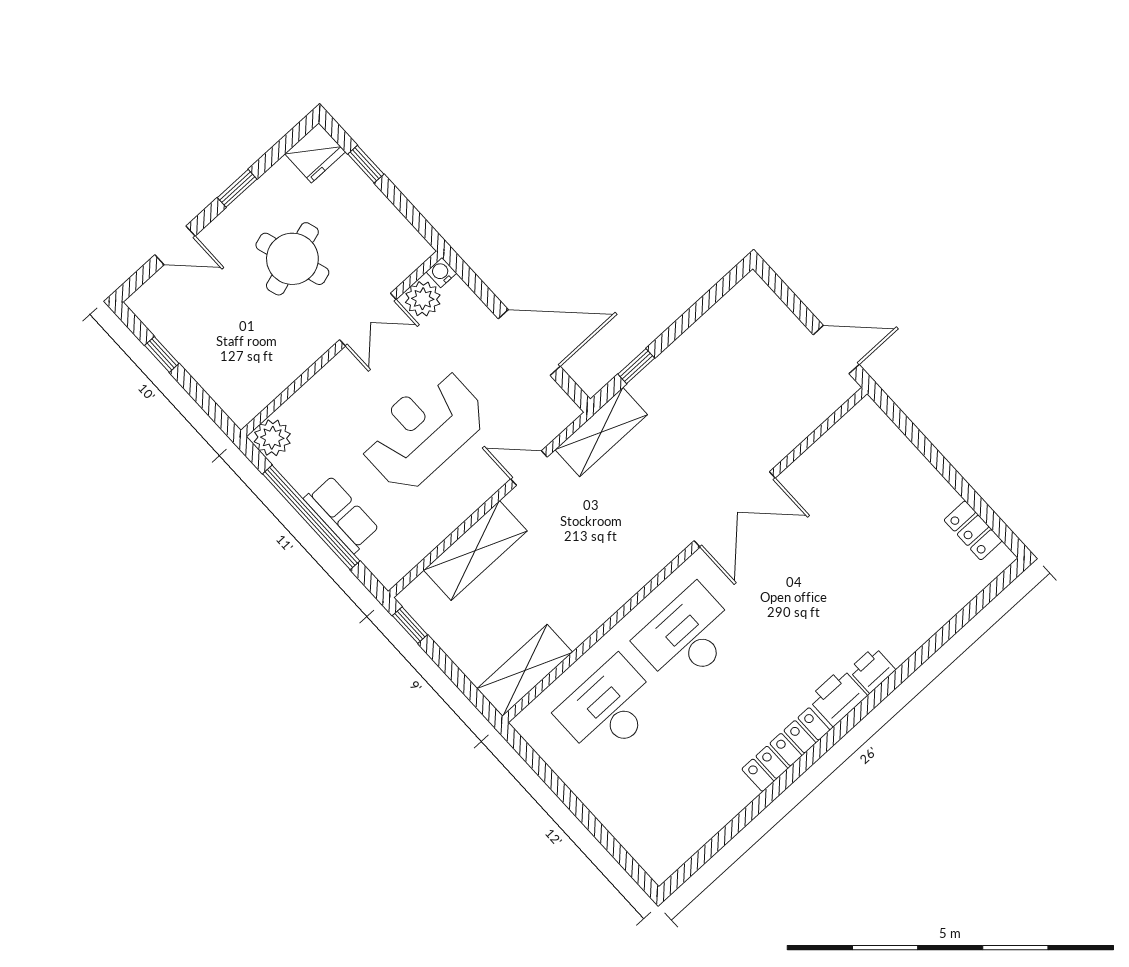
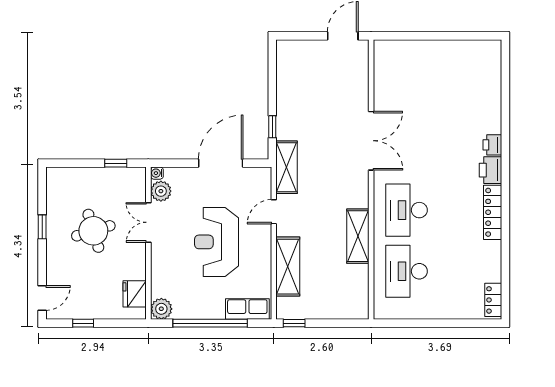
fridge: (315, 153) -> (135, 294), moved, turned 180
window: (366, 164) -> (116, 163), moved
door: (175, 245) -> (42, 298), moved
double door: (368, 320) -> (148, 222), swing flipped
row of seats: (342, 514) -> (247, 309), moved
locker: (973, 530) -> (493, 300), moved, turned 90
shelving: (525, 670) -> (358, 236), moved

